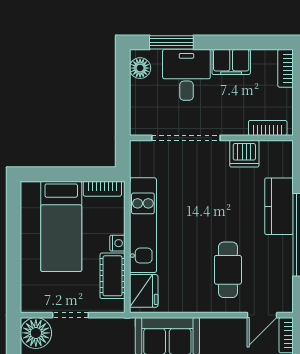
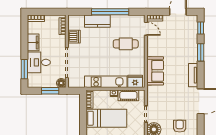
floor lamp: (140, 68) -> (61, 83), moved
window: (123, 100) -> (50, 91), added

